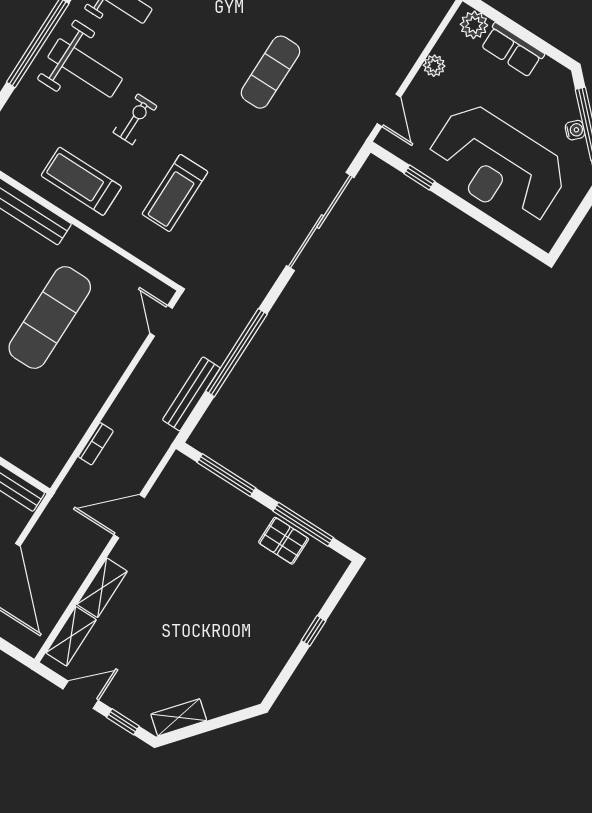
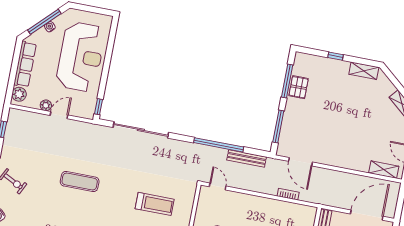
row of seats: (512, 50) -> (25, 64), width x1.48
door: (389, 110) -> (59, 115), moved
window: (419, 177) -> (98, 107), moved
door: (161, 321) -> (218, 186), swing flipped
door: (129, 516) -> (301, 162), moved
shelving: (102, 588) -> (364, 71), moved

